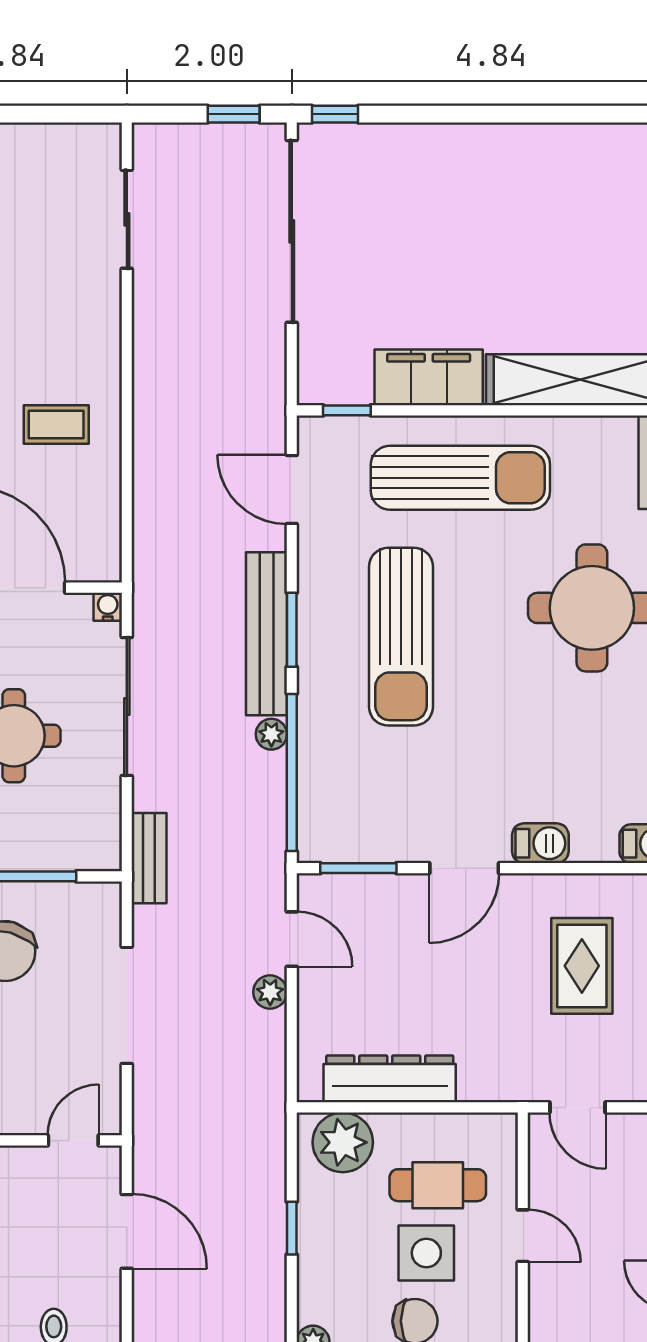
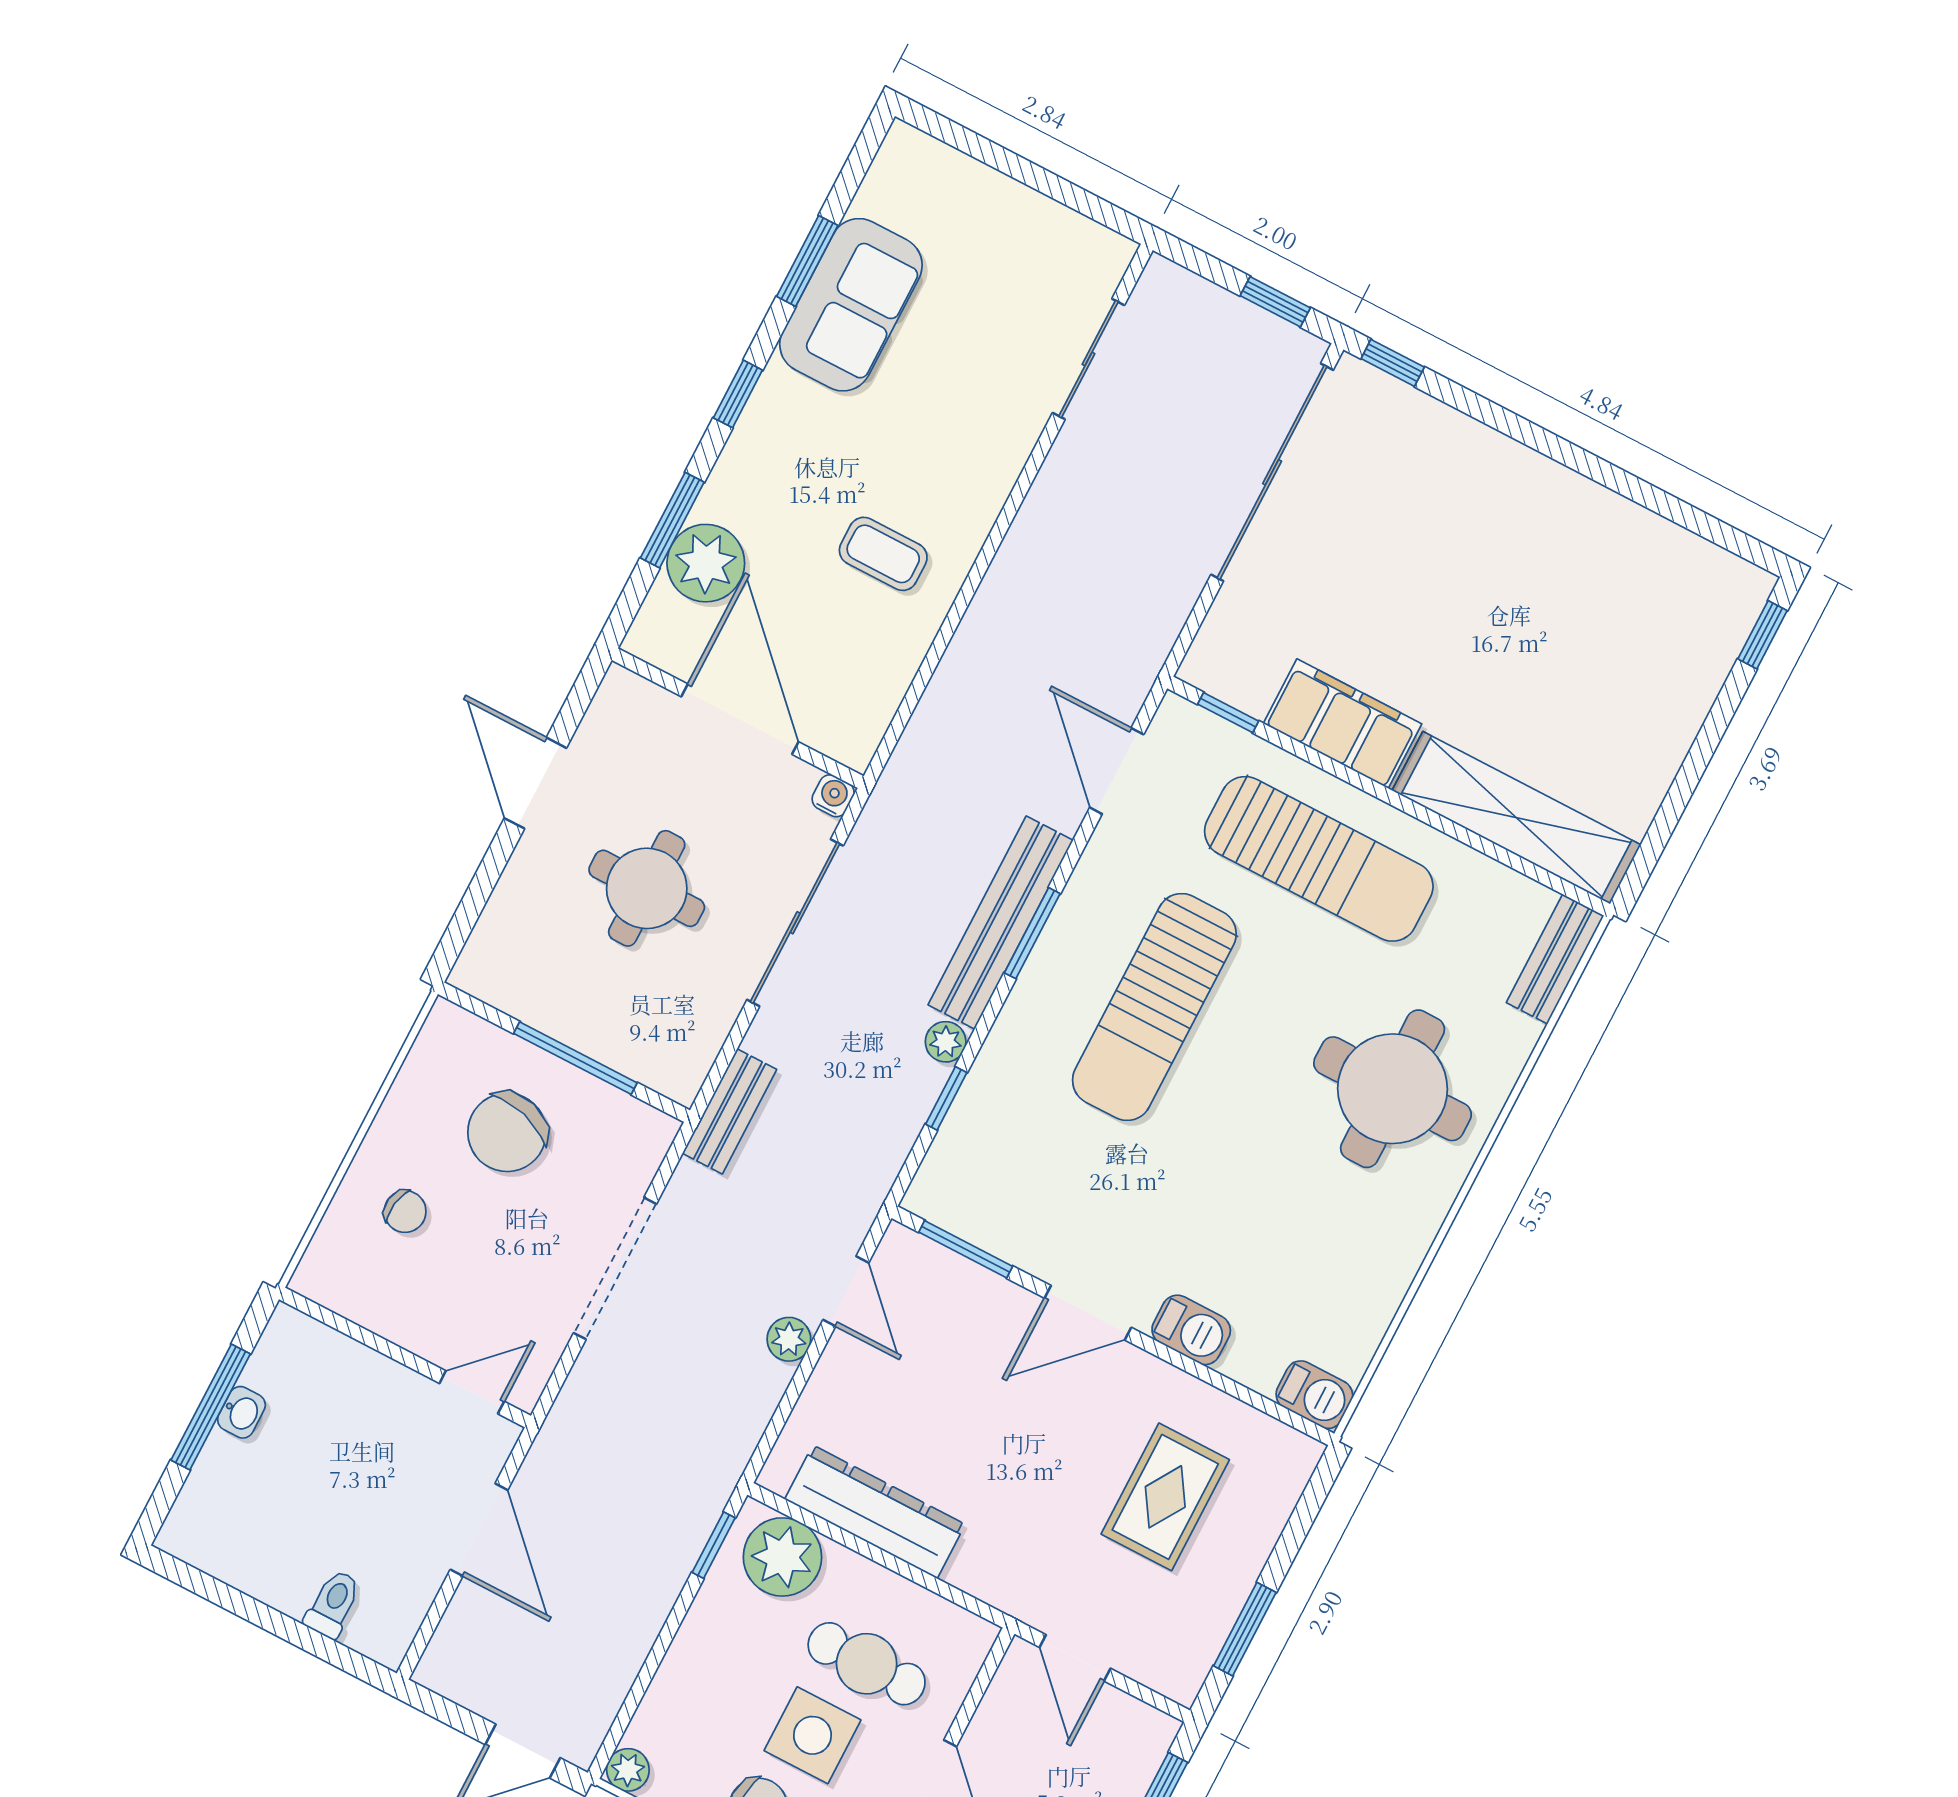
window: (292, 772) -> (946, 1098), width x0.32
window: (292, 1228) -> (714, 1545), moved

